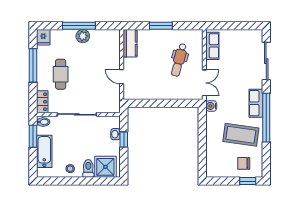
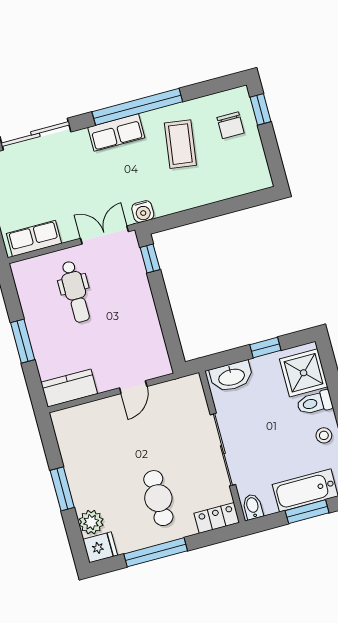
window: (79, 26) -> (62, 489), width x0.69
plant: (83, 36) -> (91, 522), moved
dental chair: (179, 60) -> (75, 292), turned 75
cafe table: (61, 74) -> (158, 498), turned 90
window: (186, 103) -> (150, 259), added
washbasin: (116, 134) -> (231, 377), width x1.91, depth x1.45
coffee table: (241, 135) -> (180, 144), width x0.73, depth x0.76
window: (33, 136) -> (307, 512), moved
window: (124, 139) -> (265, 348), moved

